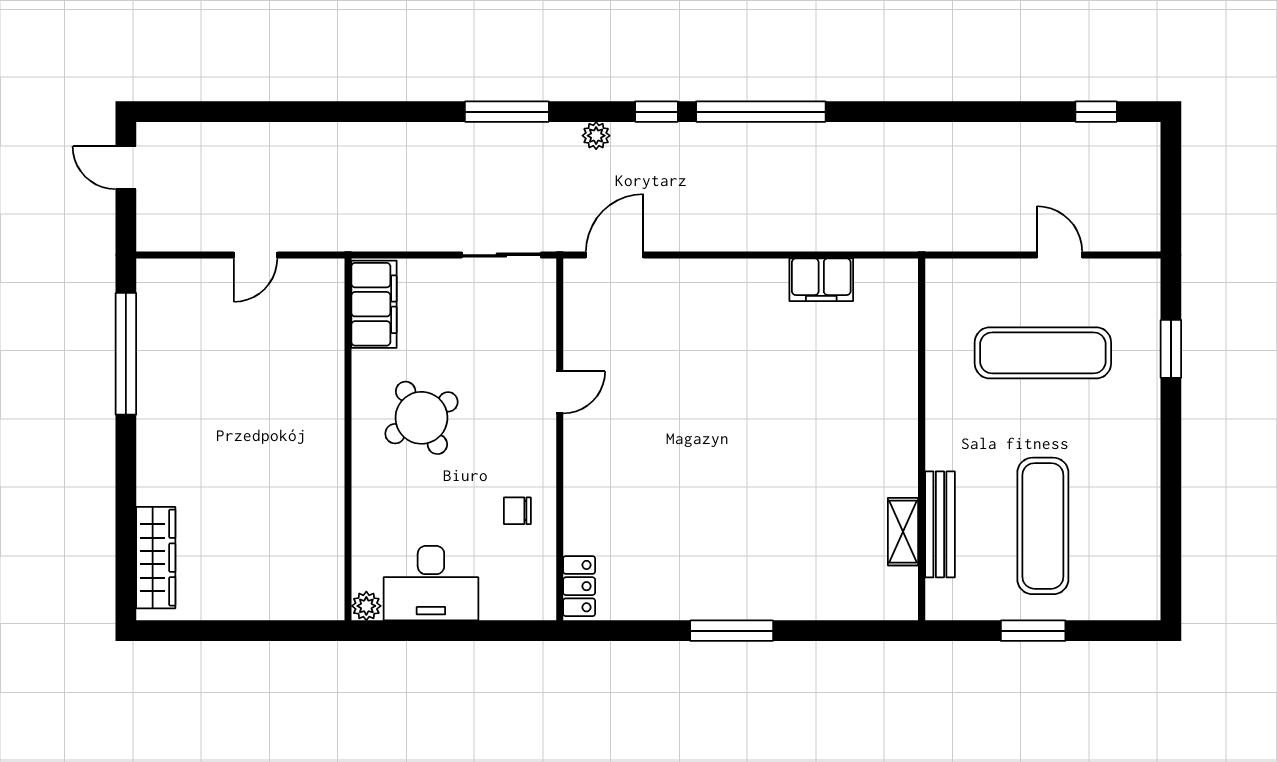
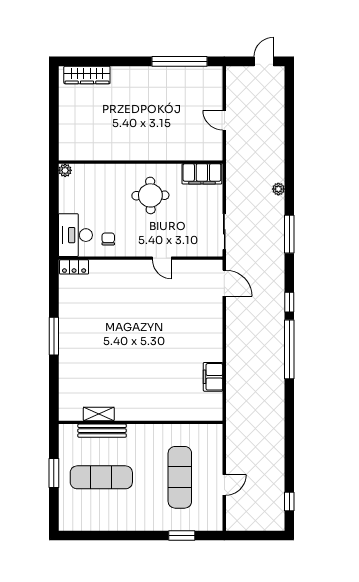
plant: (596, 136) -> (278, 189), moved
round table: (421, 418) -> (150, 195), turned 30
desk: (431, 583) -> (75, 235), moved

